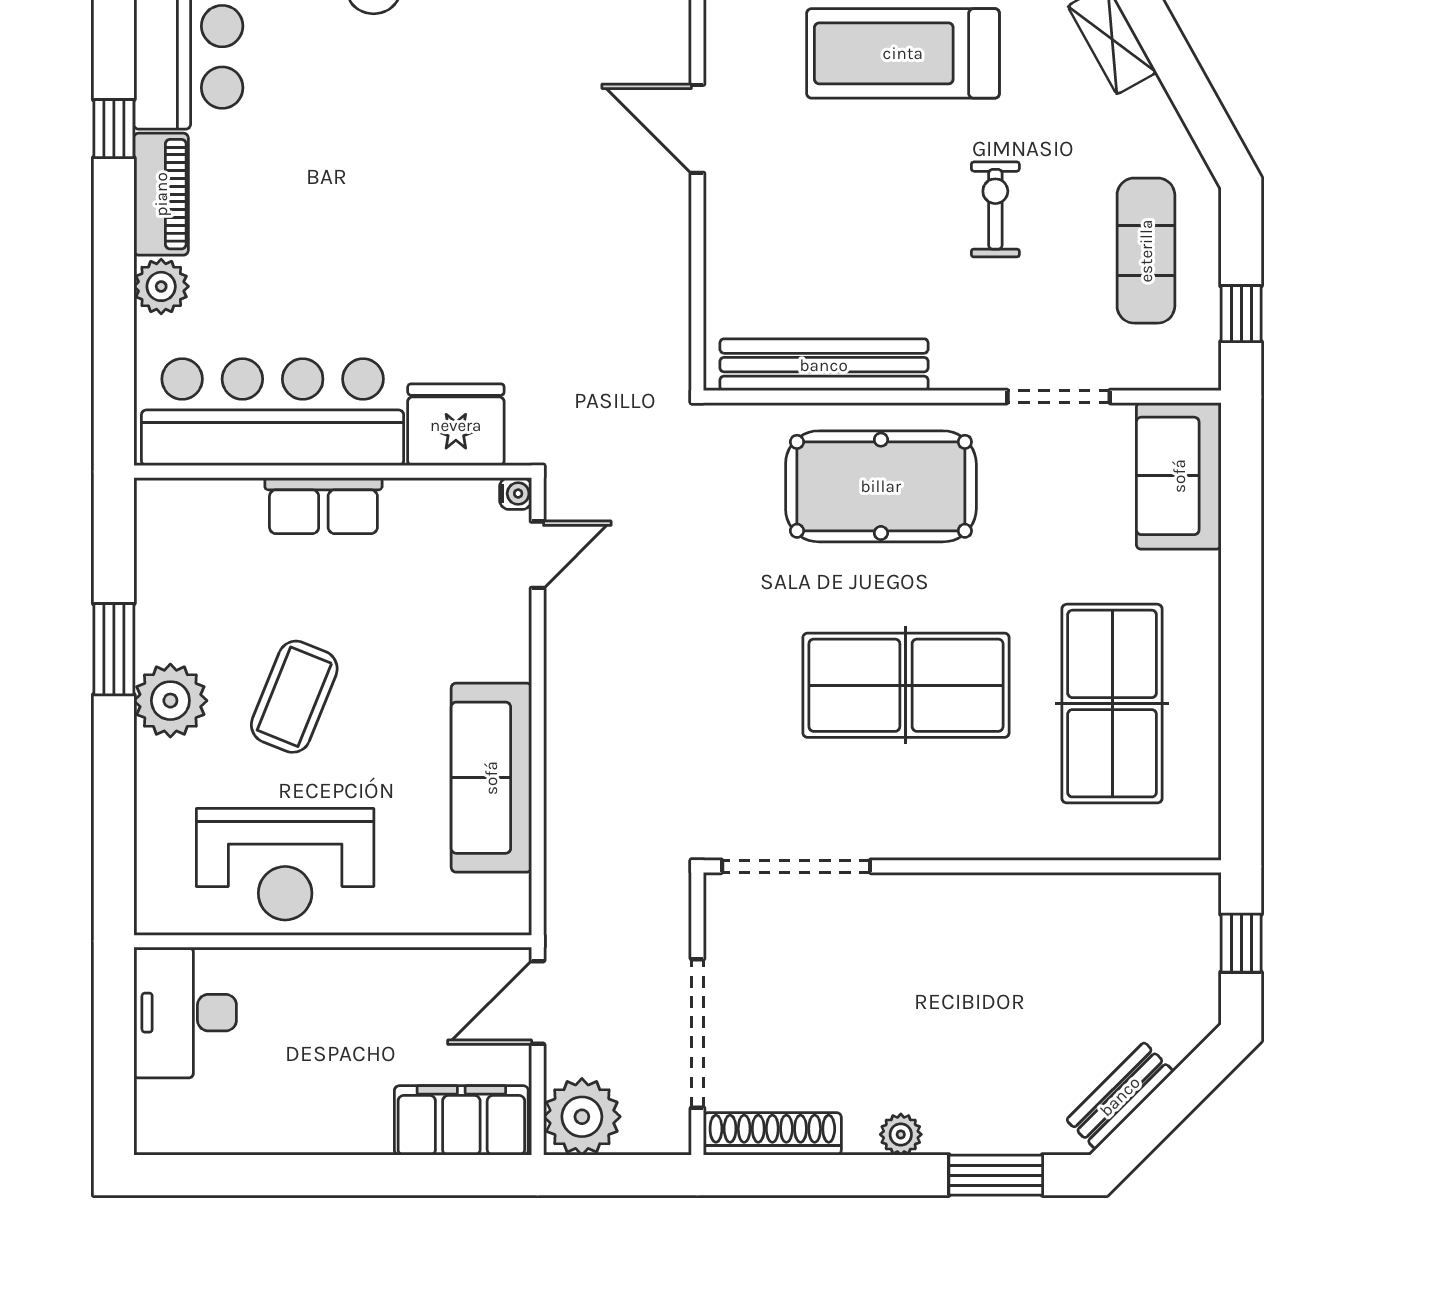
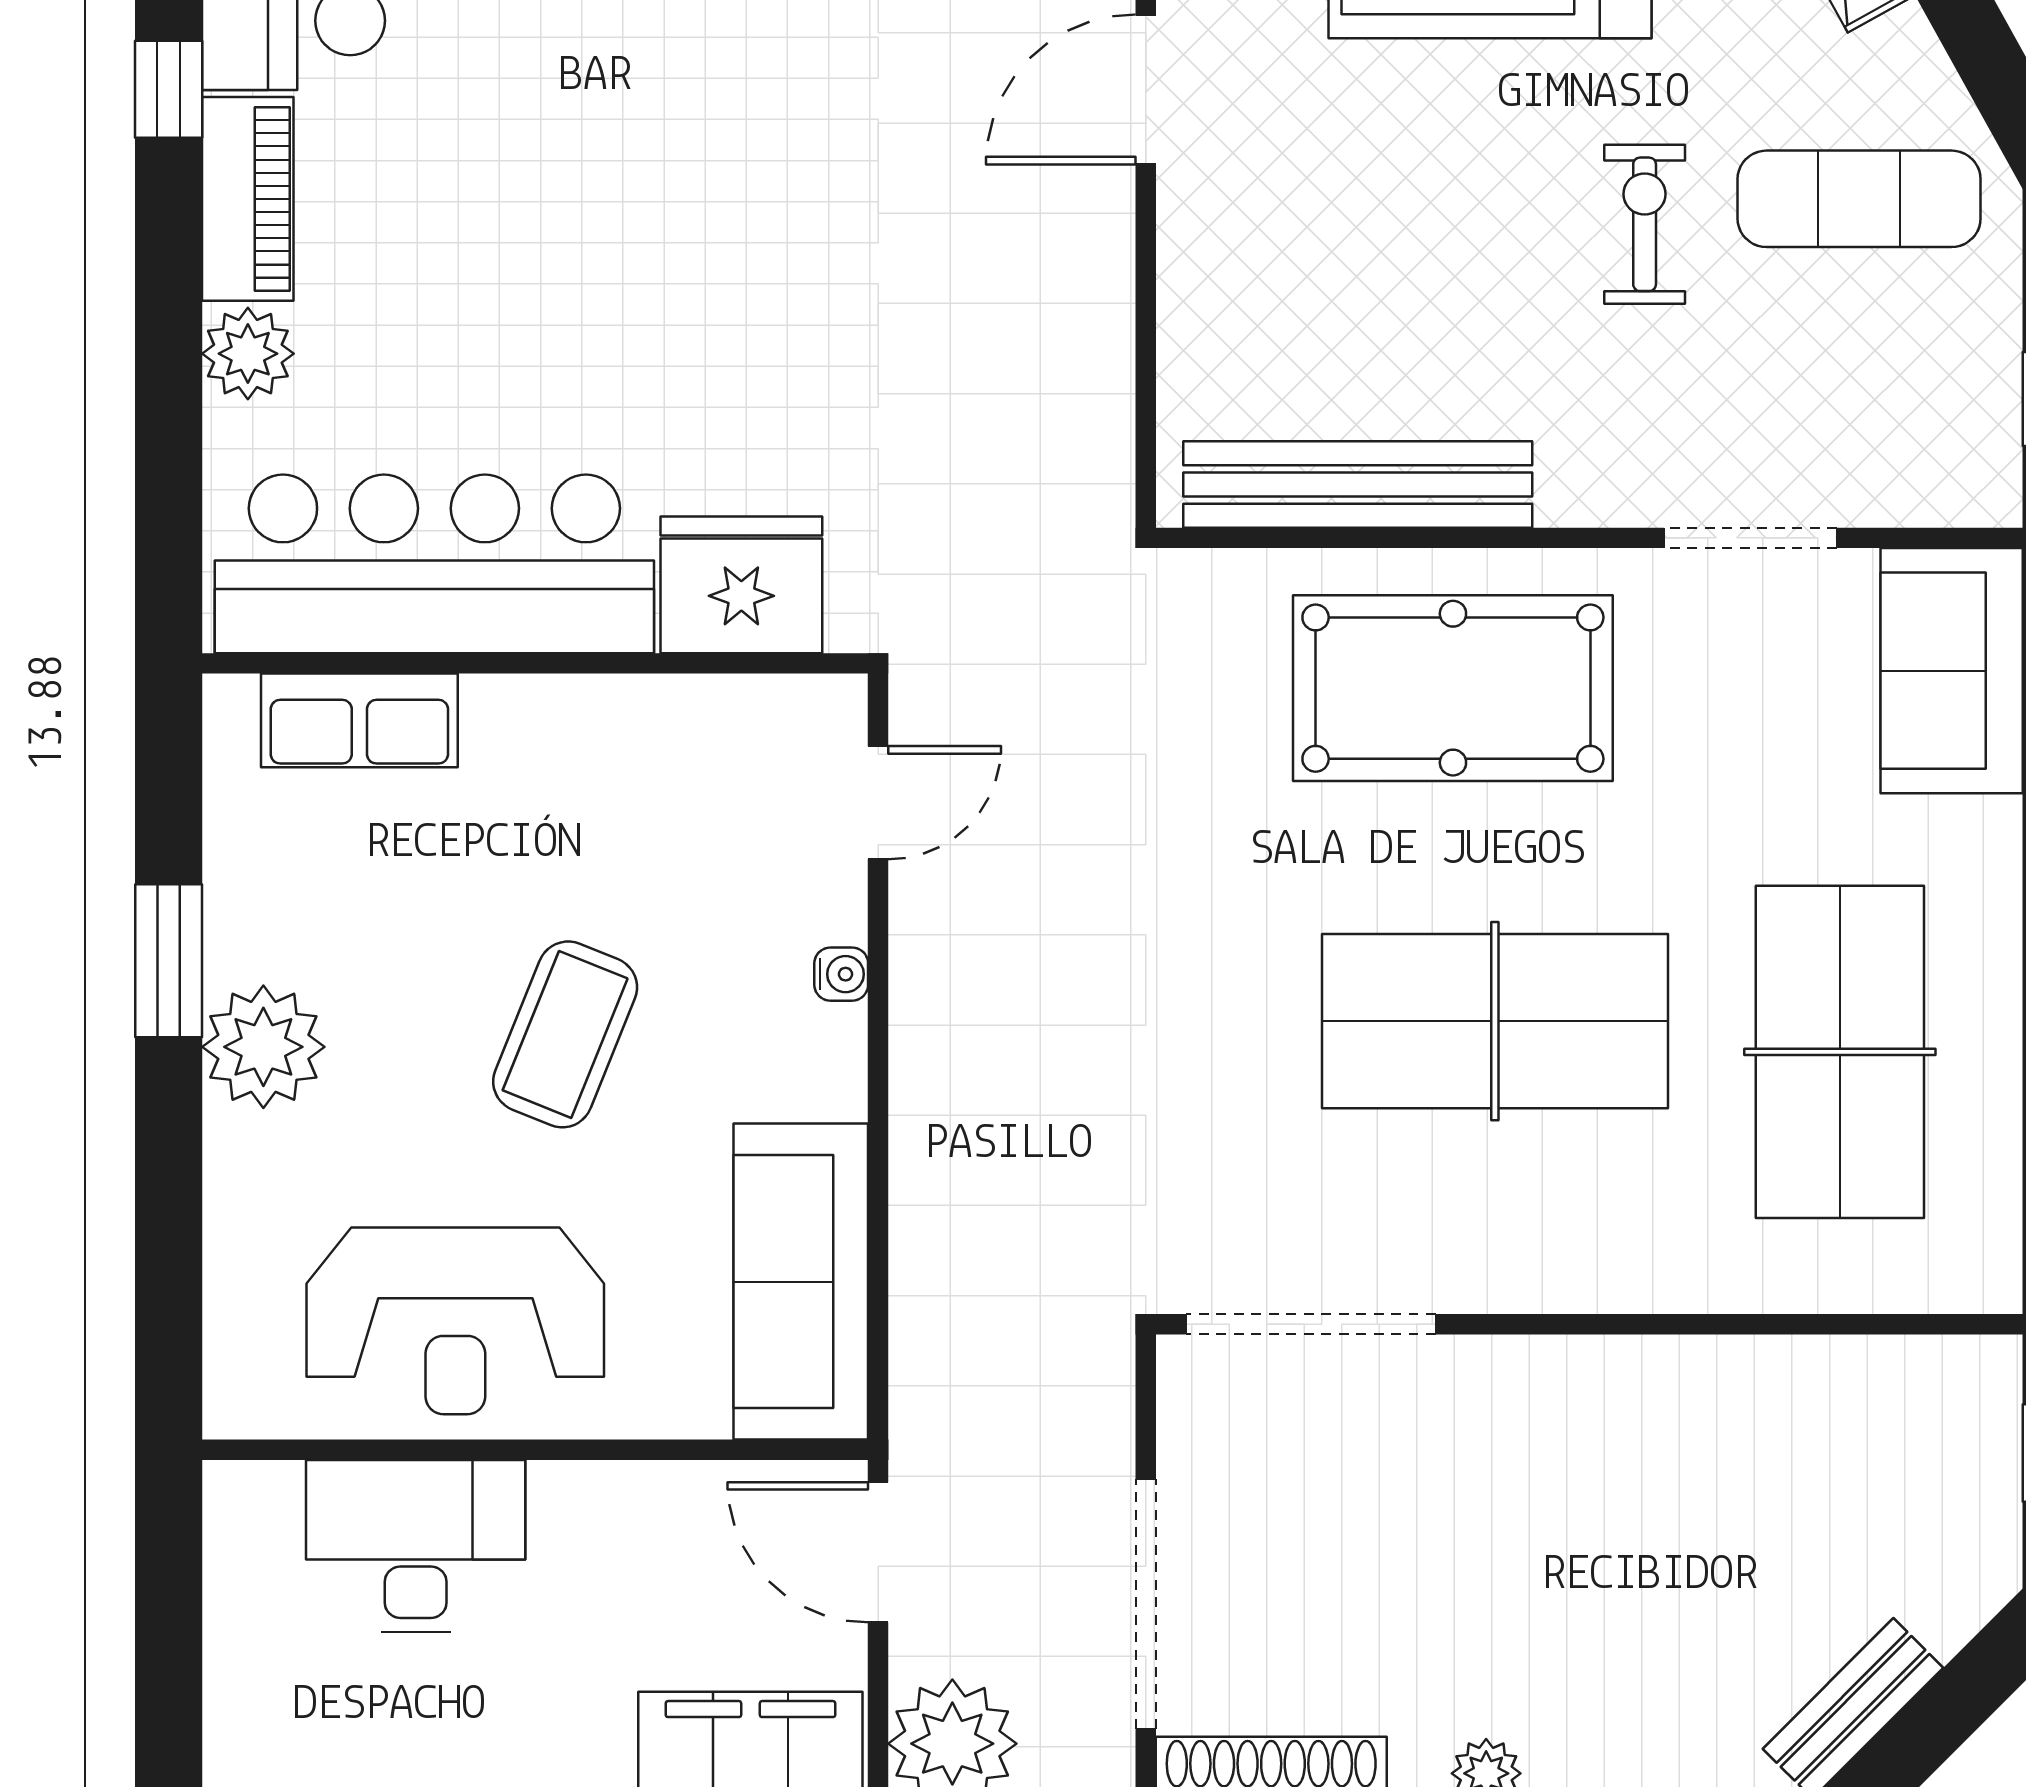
door: (697, 129) -> (1146, 90), hinge flipped
exercise mat: (1146, 251) -> (1859, 199), moved, turned 90
water cooler: (516, 494) -> (841, 974), moved
row of seats: (323, 506) -> (359, 720), moved
coffee table: (294, 697) -> (565, 1034), moved
sofa: (491, 778) -> (801, 1282), moved
door: (538, 1002) -> (878, 1552), hinge flipped
desk: (185, 1013) -> (416, 1546), moved, turned 90

